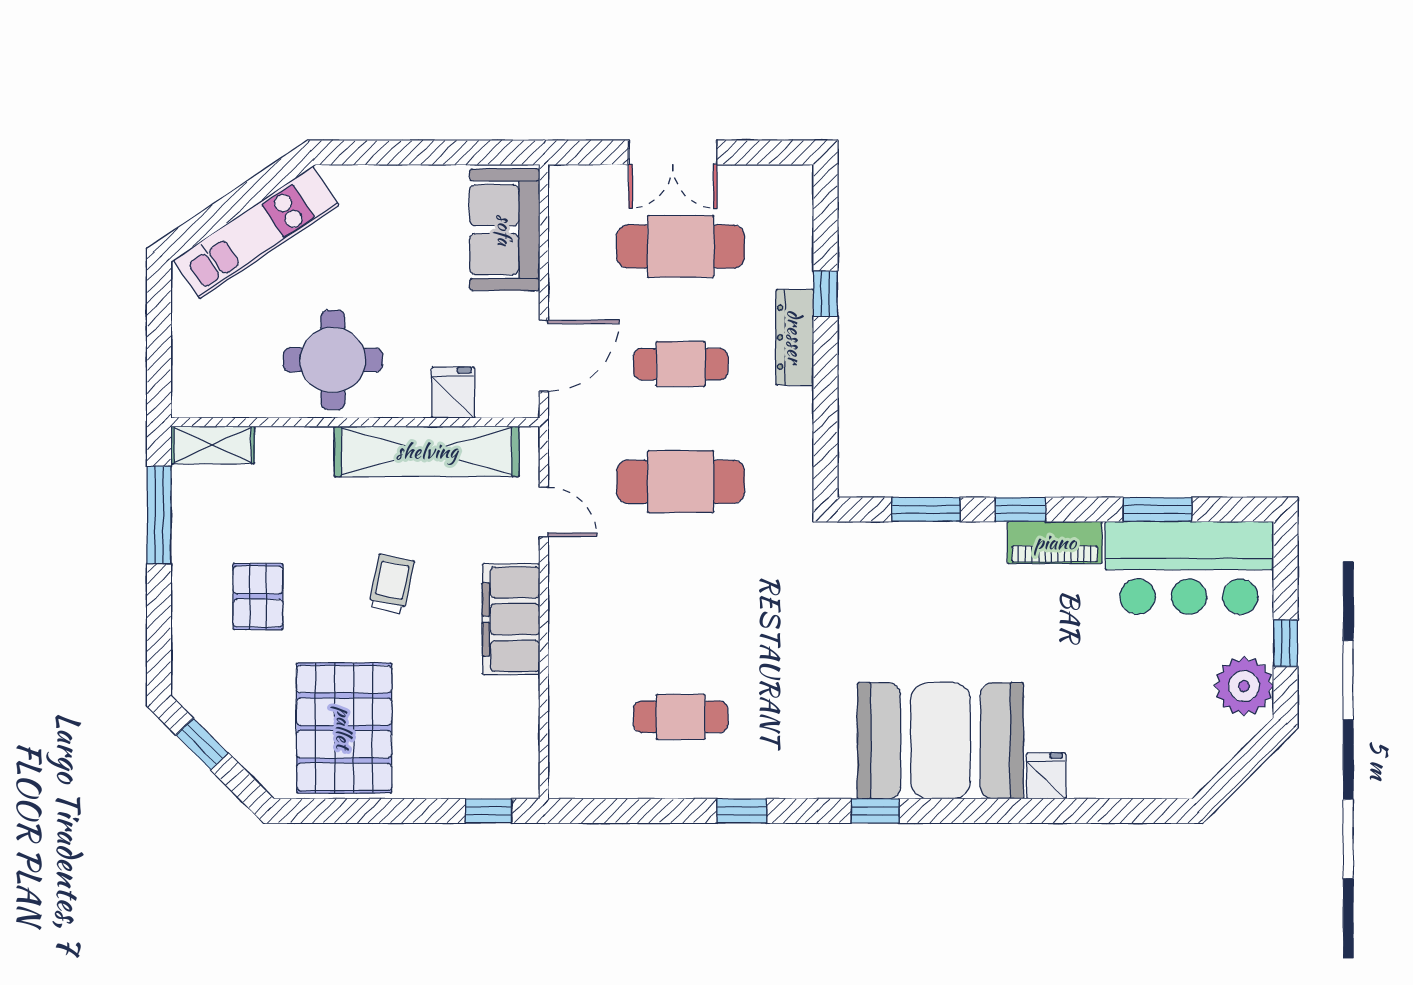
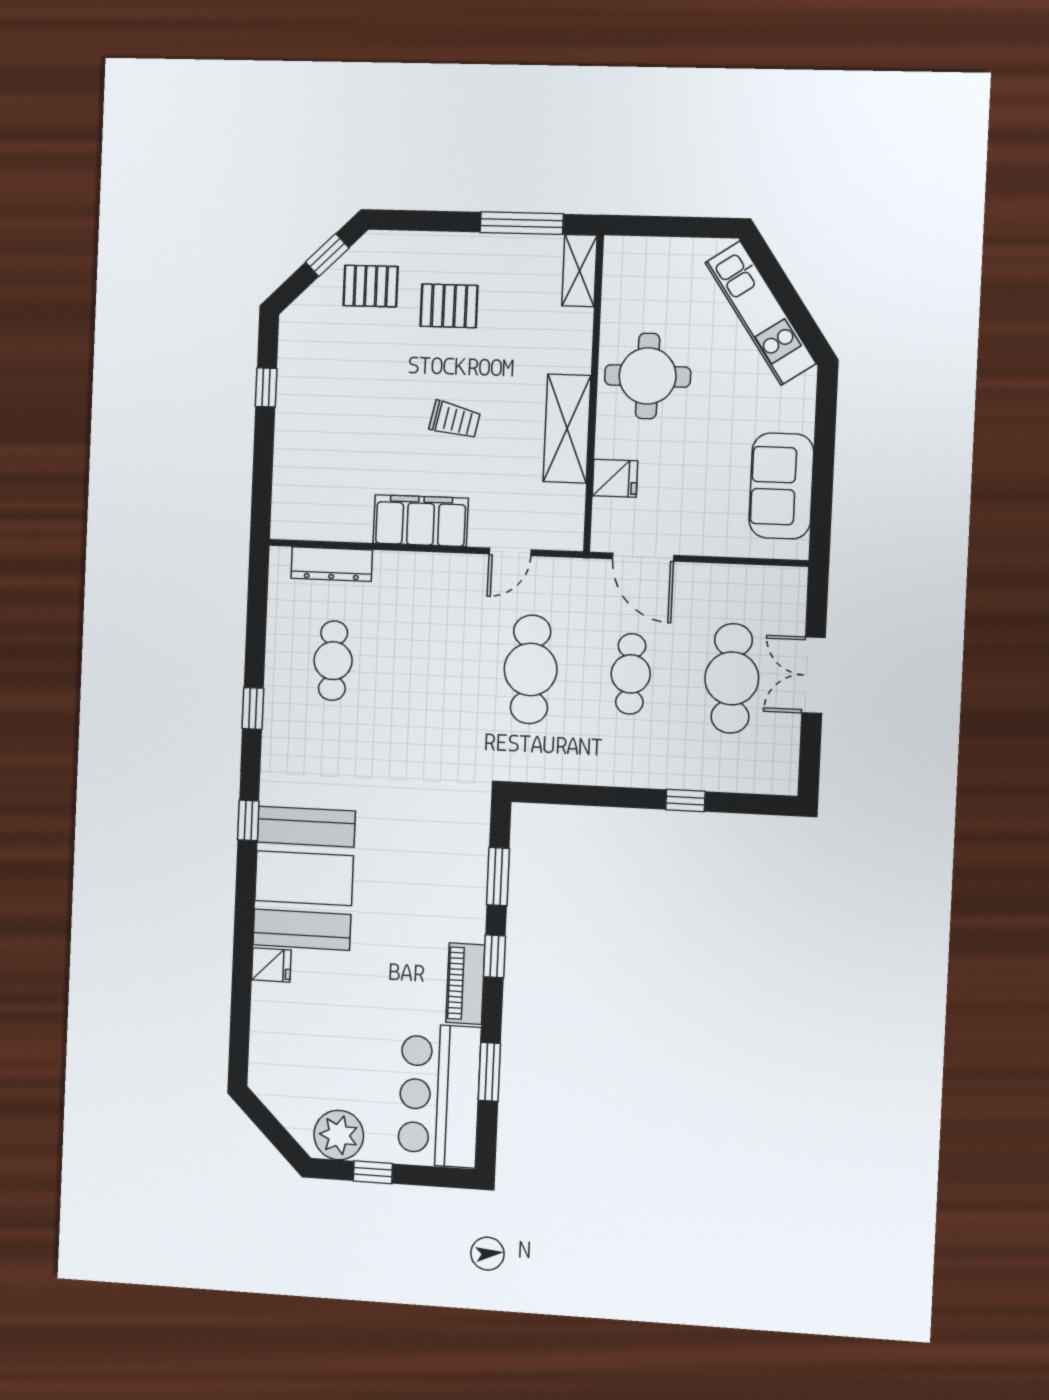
sofa: (505, 230) -> (781, 486), moved, turned -90
dresser: (795, 337) -> (332, 564), moved, turned 180
shelving: (427, 451) -> (567, 429), width x0.68
pallet: (344, 728) -> (371, 286), moved, width x0.49, depth x0.50
window: (489, 811) -> (266, 387), moved

